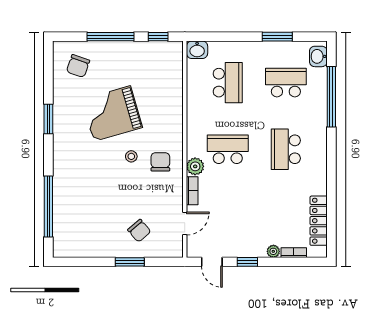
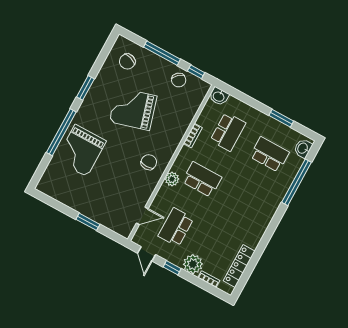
school desk: (286, 149) -> (176, 227), moved
stool: (131, 156) -> (130, 147), removed
grand piano: (80, 189) -> (81, 150), added
bookcase: (192, 191) -> (193, 136), moved
window: (48, 207) -> (61, 132), moved
chair: (139, 231) -> (179, 80), moved
plant: (273, 251) -> (193, 264), width x1.88, depth x1.88

